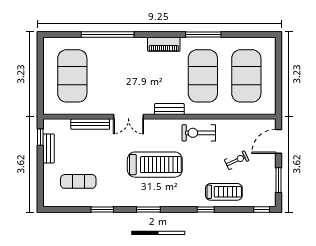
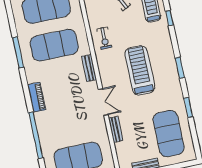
piano: (164, 44) -> (37, 97), moved
bench: (90, 124) -> (116, 129), width x0.73
exercise bike: (199, 133) -> (104, 38), width x0.73, depth x0.72
exercise mat: (78, 181) -> (169, 134), width x2.00, depth x1.45

